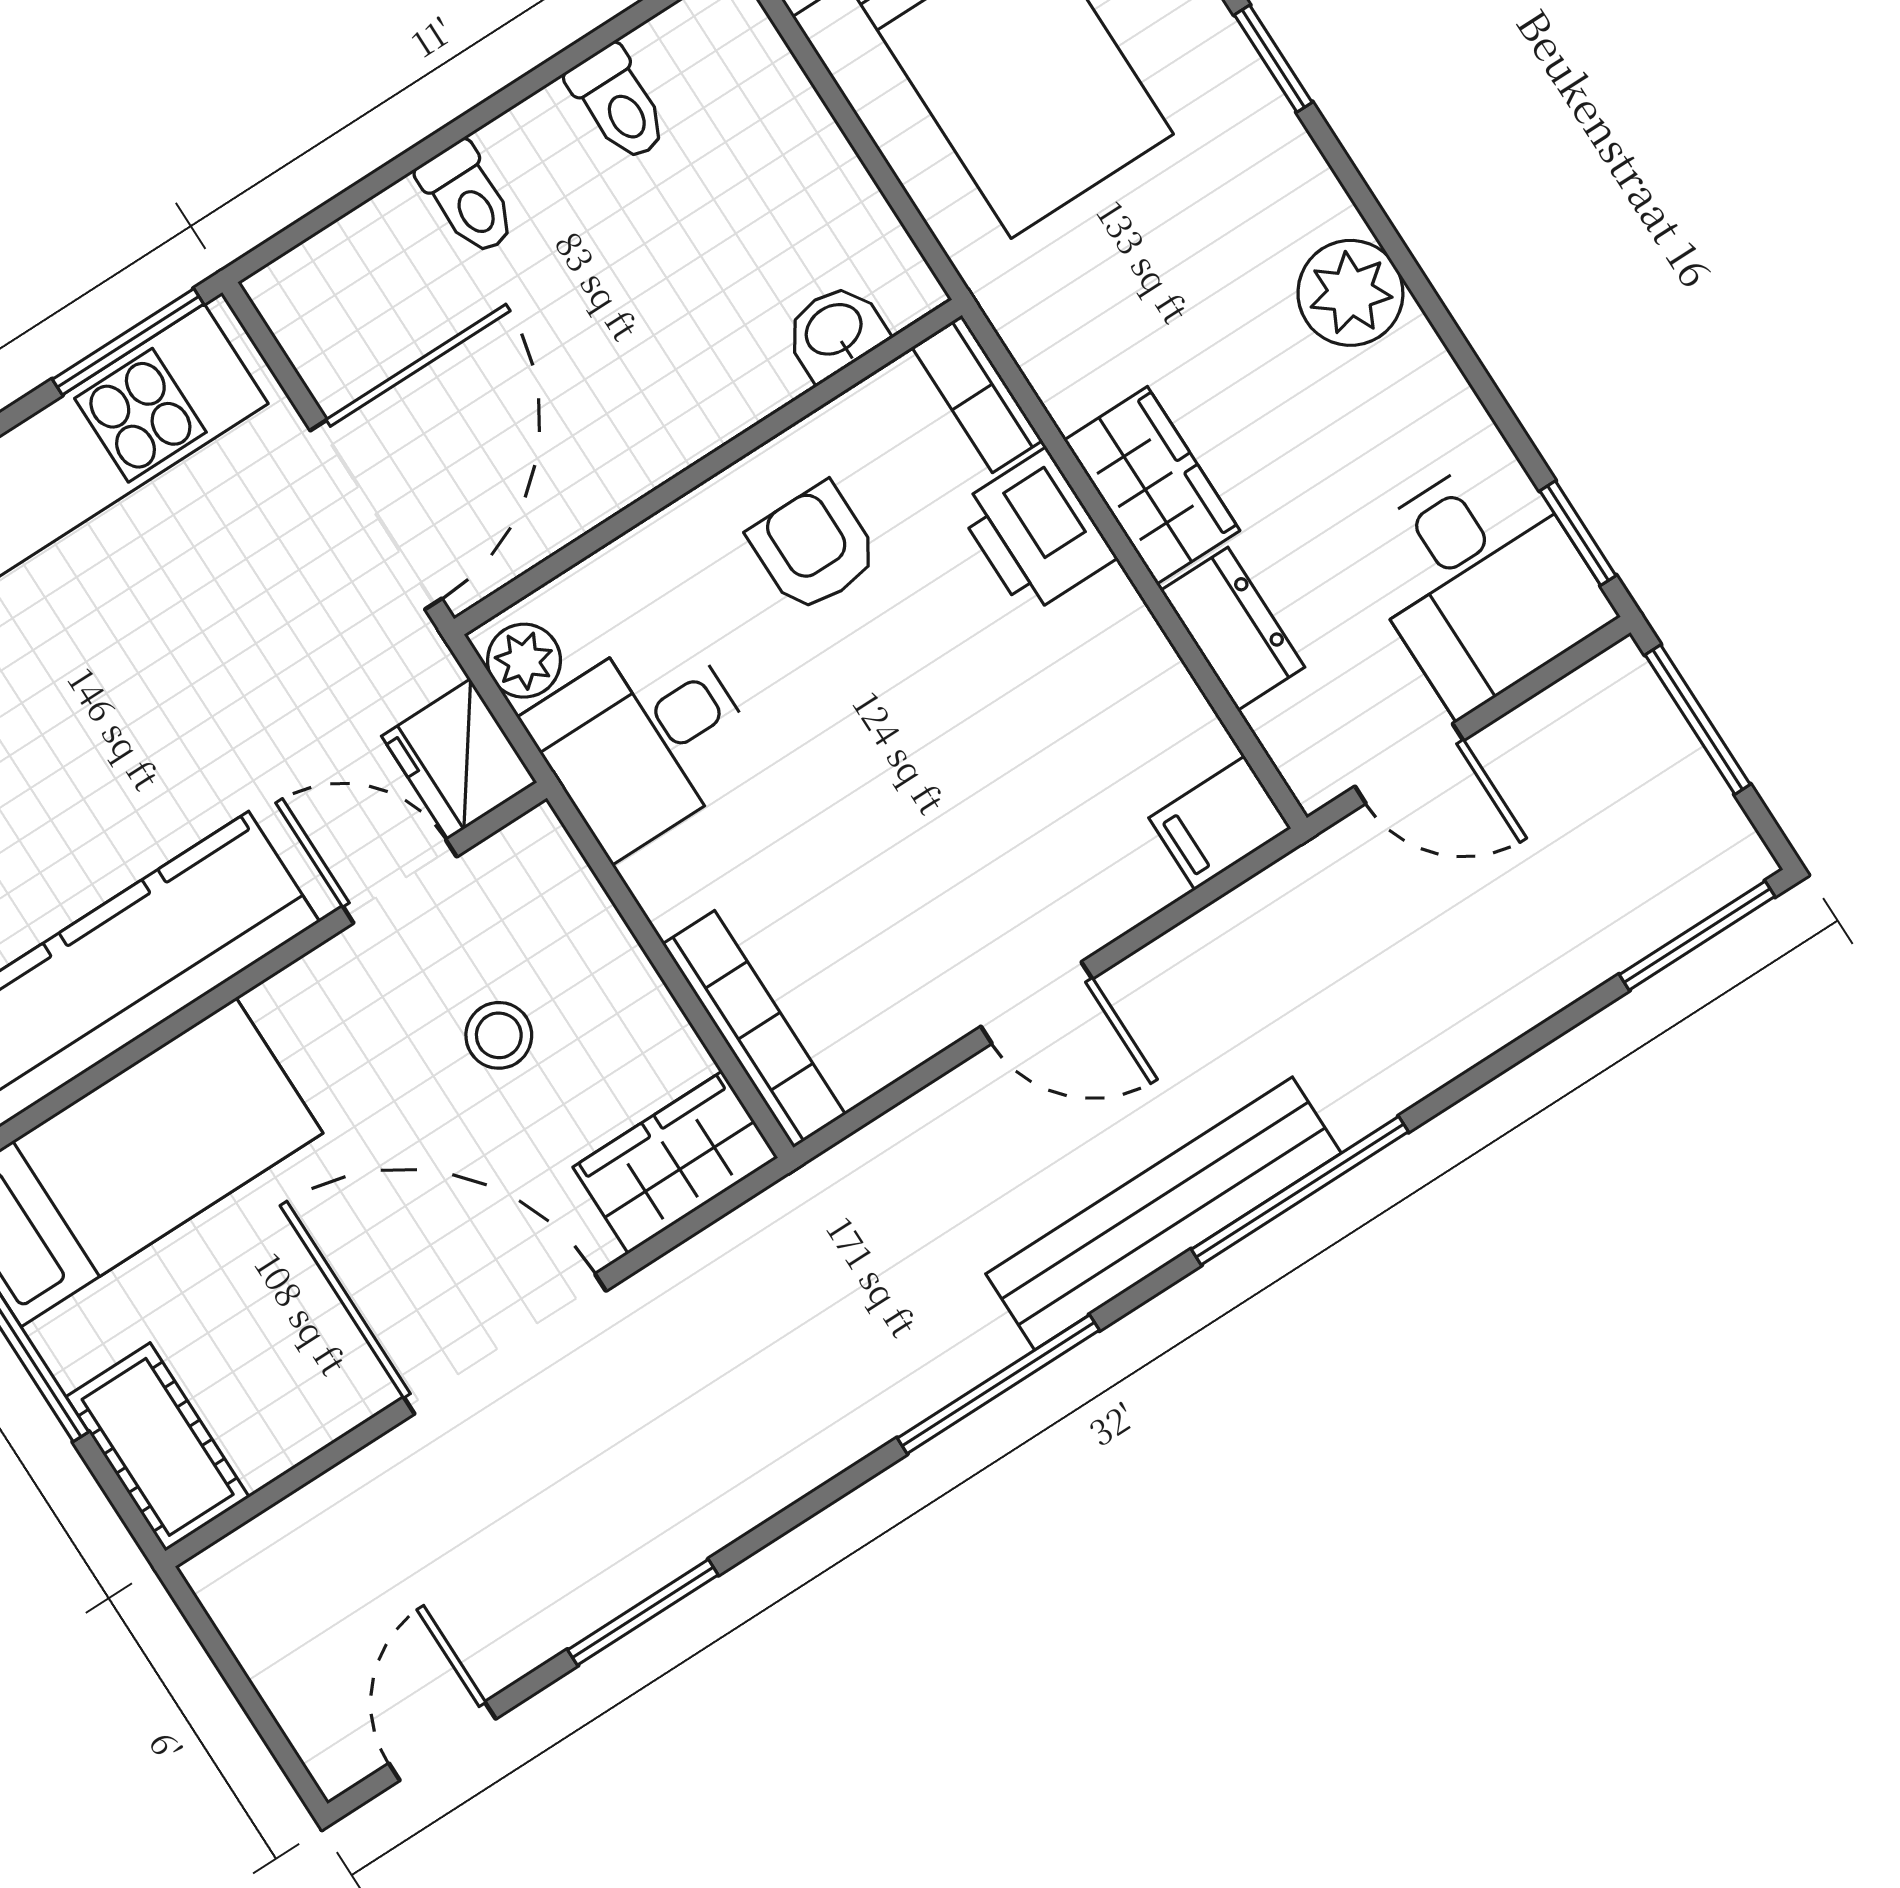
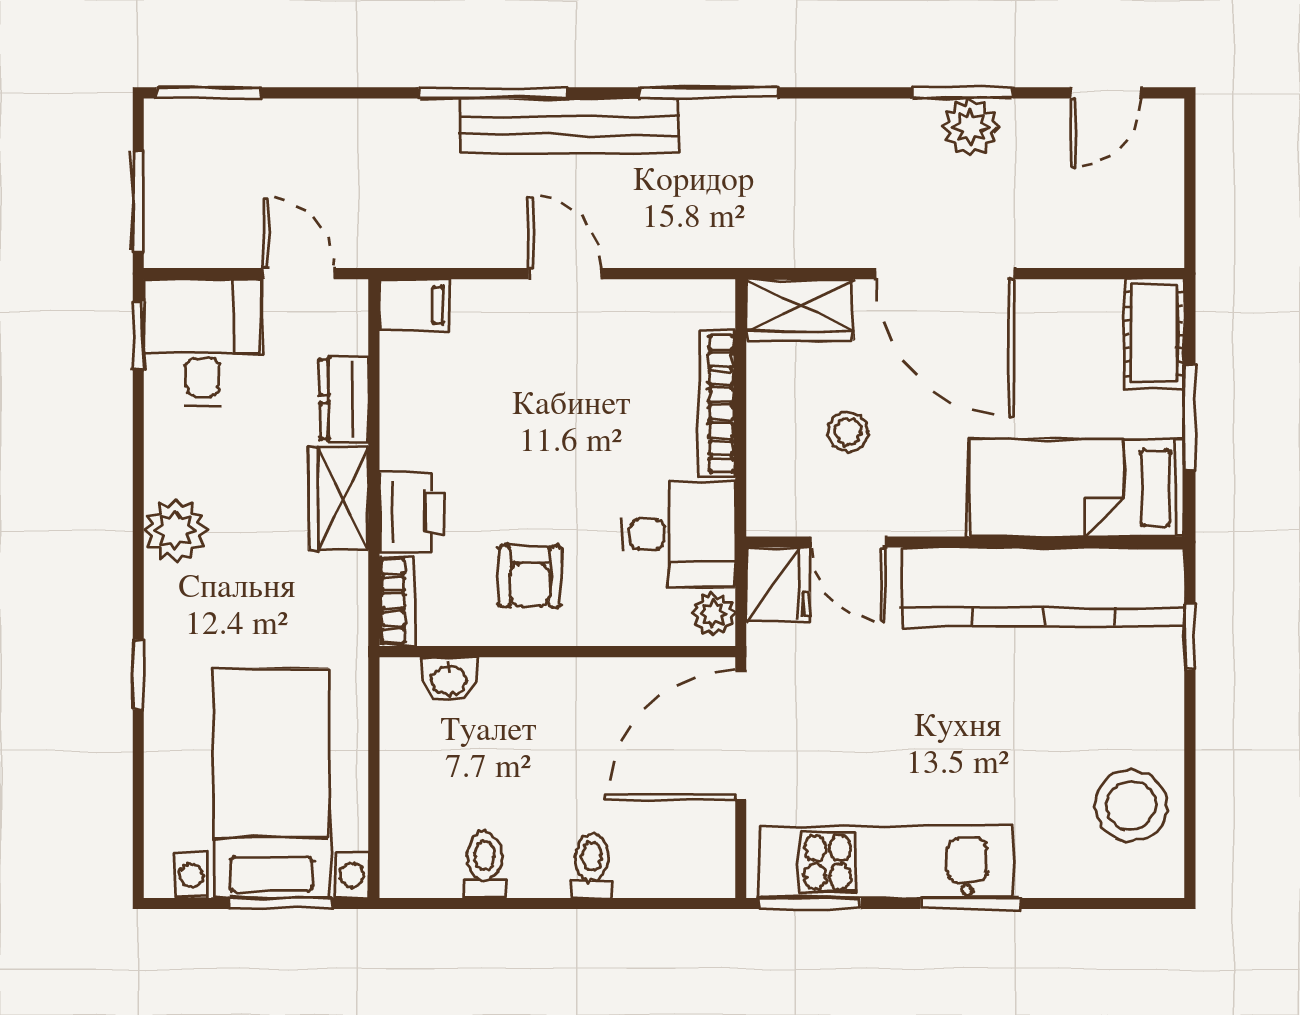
bookcase: (754, 1029) -> (717, 404), moved
plant: (601, 1572) -> (970, 127), added

